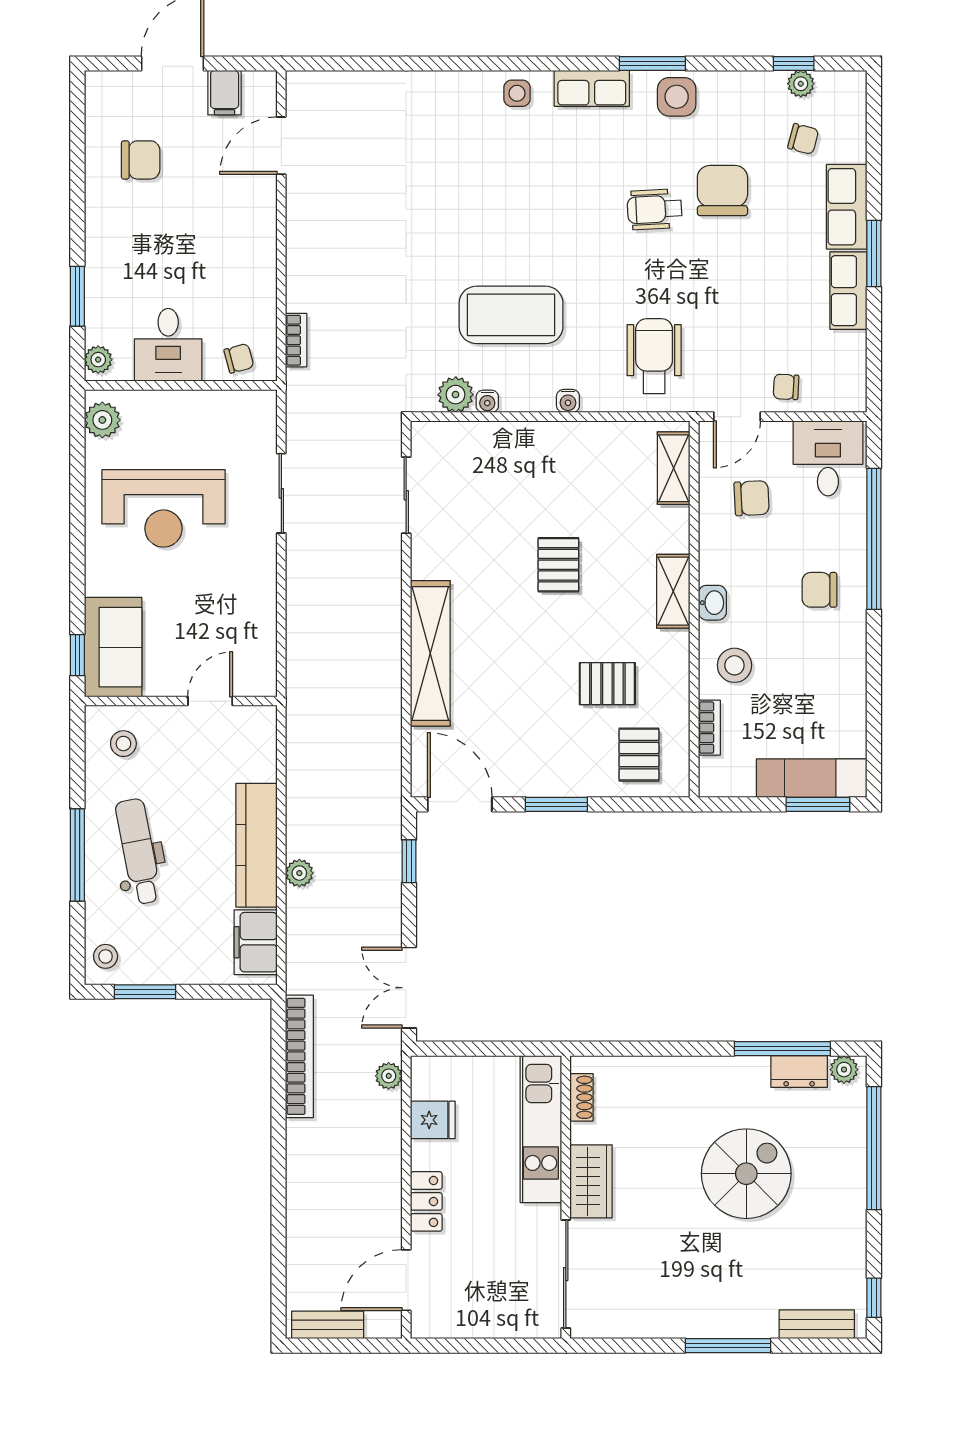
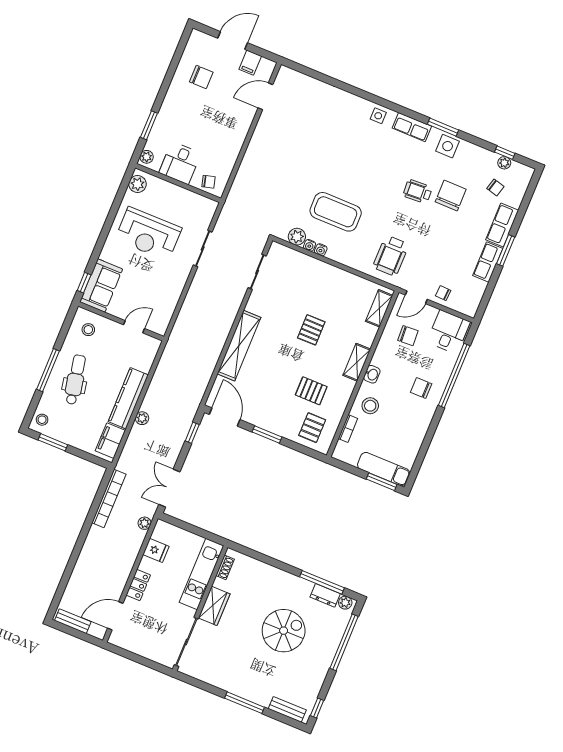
bookcase: (296, 340) -> (237, 184), removed
wheelchair: (654, 356) -> (391, 256), turned 180
water cooler: (568, 401) -> (321, 250), moved

